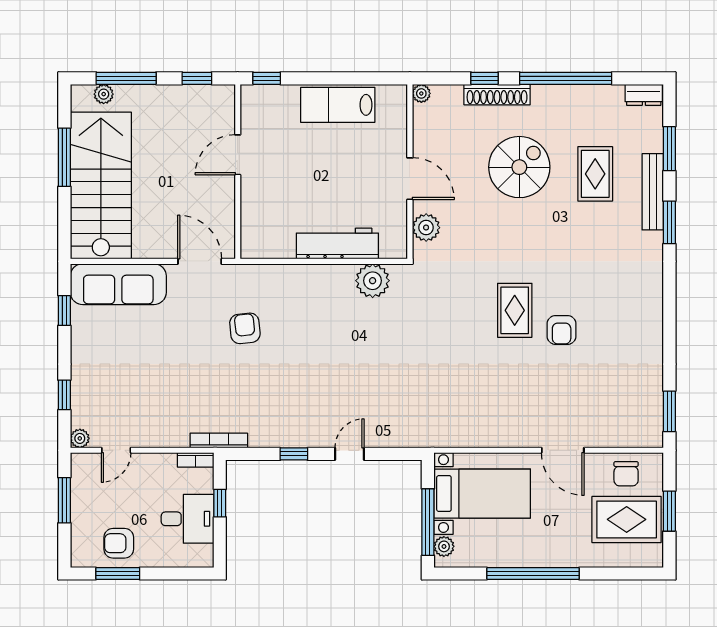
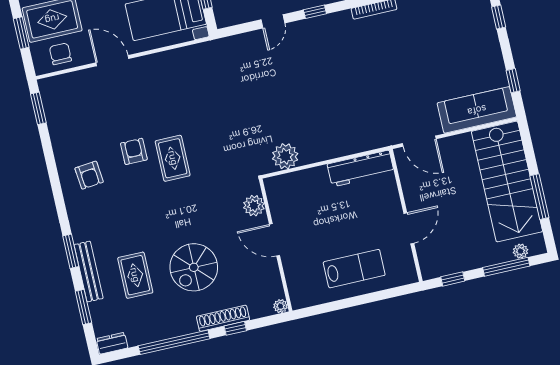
window: (267, 78) -> (400, 291), removed
lab bench: (338, 105) -> (354, 269), moved
workbench: (337, 244) -> (361, 169), moved
armchair: (245, 328) -> (89, 175), moved

